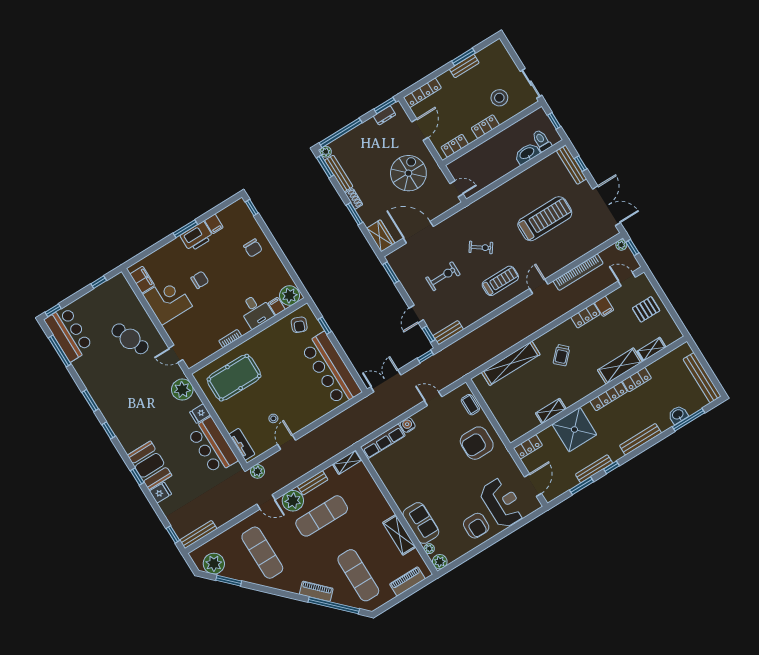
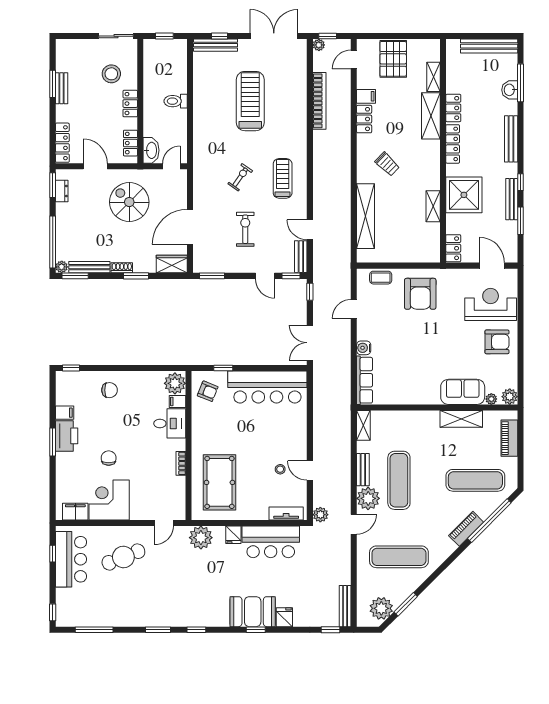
toilet: (542, 141) -> (176, 101), moved
washbasin: (527, 153) -> (151, 150), moved, turned 180
door: (539, 286) -> (310, 230), moved
pallet: (646, 309) -> (393, 59), width x1.50, depth x1.42
bar counter: (69, 334) -> (71, 559), moved, turned 90

